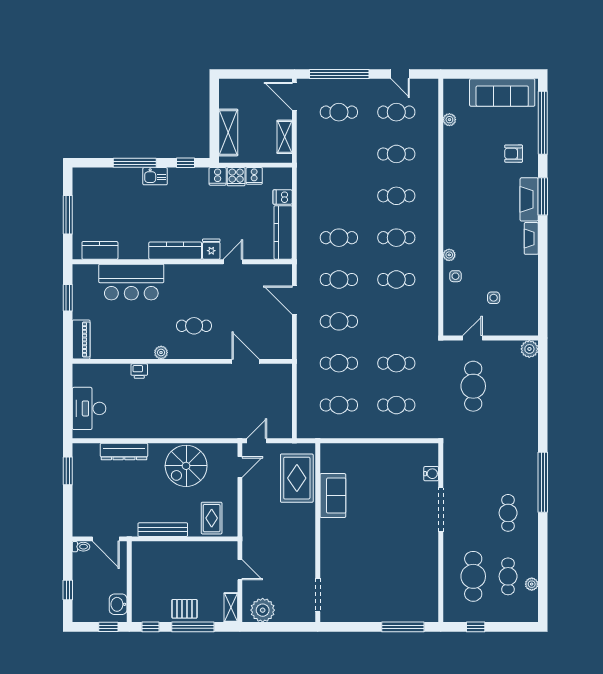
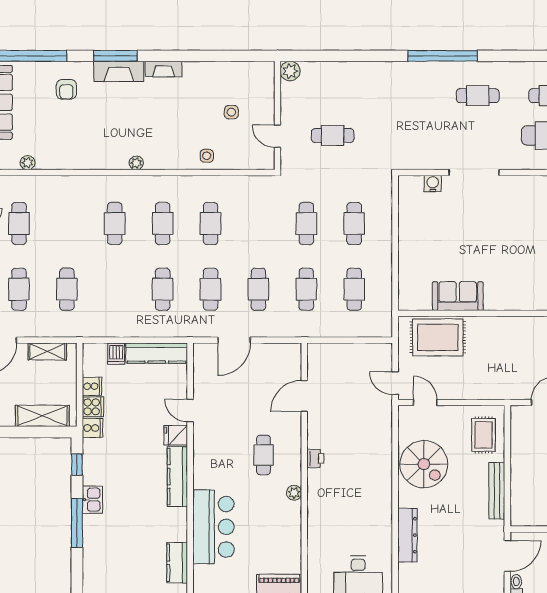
cafe table: (396, 154) -> (67, 289), moved
plant: (449, 255) -> (136, 163), moved
printer: (139, 371) -> (315, 459), moved
cafe table: (473, 386) -> (333, 135), width x0.73, depth x0.74
rug: (212, 518) -> (484, 435), turned 90

